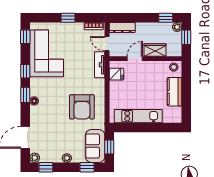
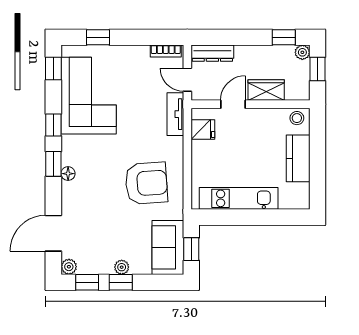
window: (68, 18) -> (98, 37), moved
armchair: (82, 107) -> (146, 183), turned -94
window: (87, 167) -> (121, 282), moved

